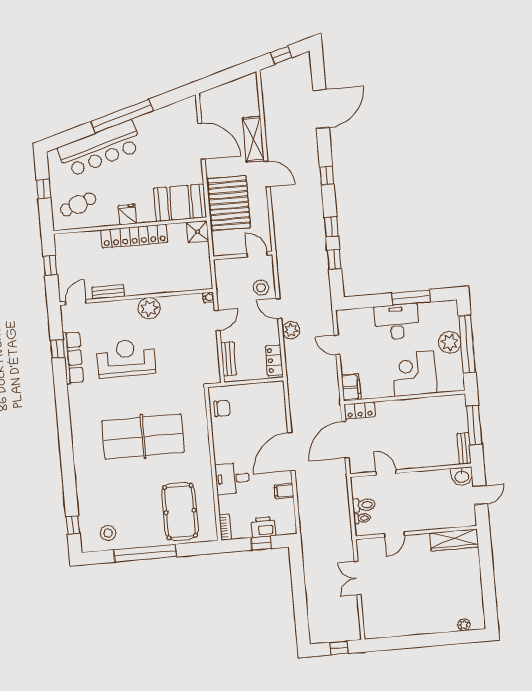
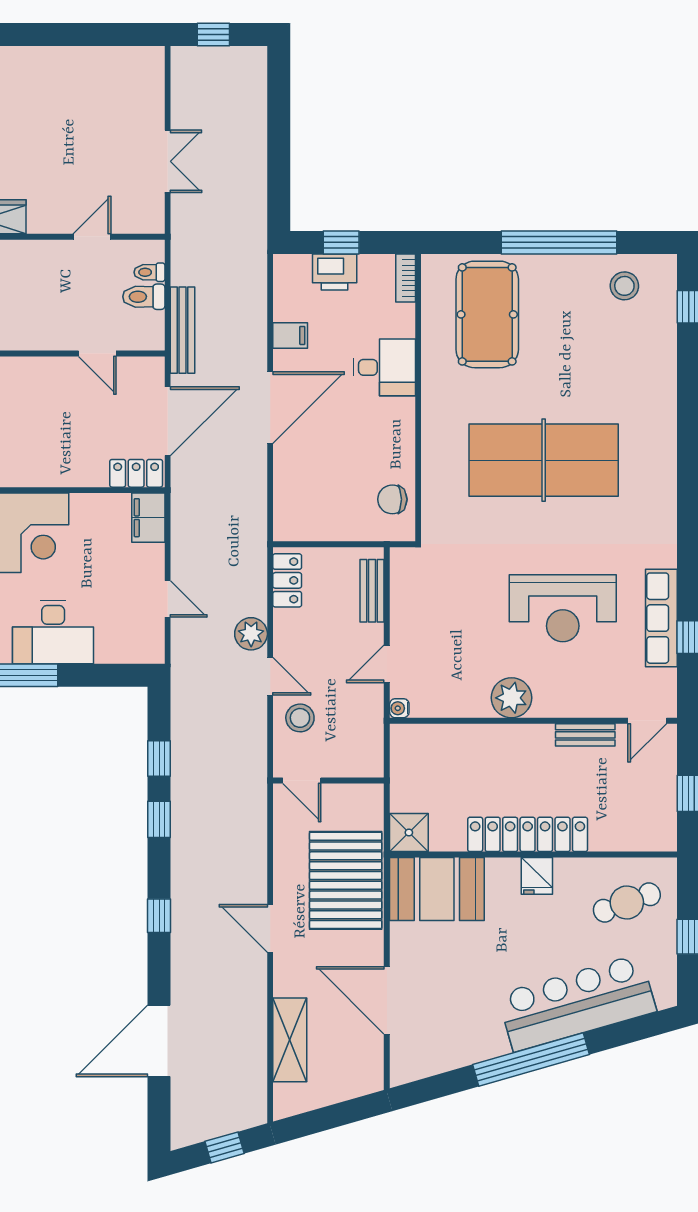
shelving: (253, 139) -> (290, 1040), moved
bench: (342, 489) -> (183, 330), added

